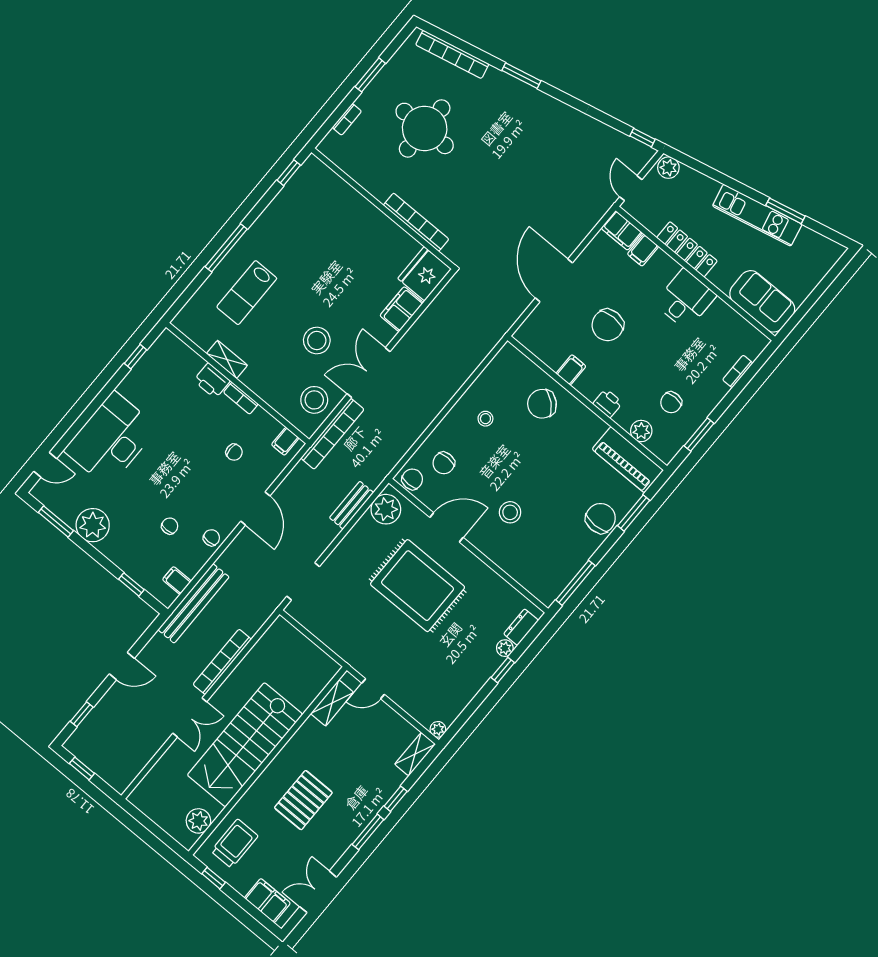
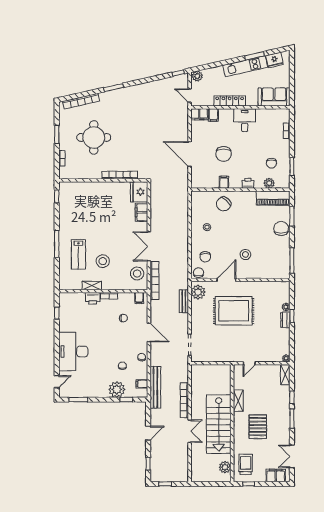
fridge: (812, 244) -> (275, 60), added
stool: (317, 340) -> (103, 261), moved
plant: (93, 525) -> (117, 389), moved
dresser: (521, 627) -> (285, 320), moved
shelving: (332, 703) -> (238, 401), moved

